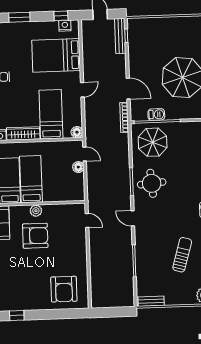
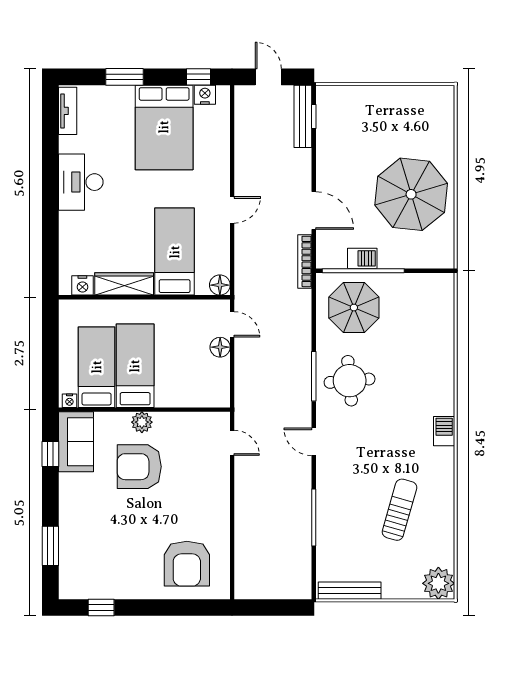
bed: (56, 55) -> (164, 127), moved, turned -90
armchair: (35, 236) -> (139, 467), turned 180
bench: (151, 301) -> (350, 591), width x1.36

